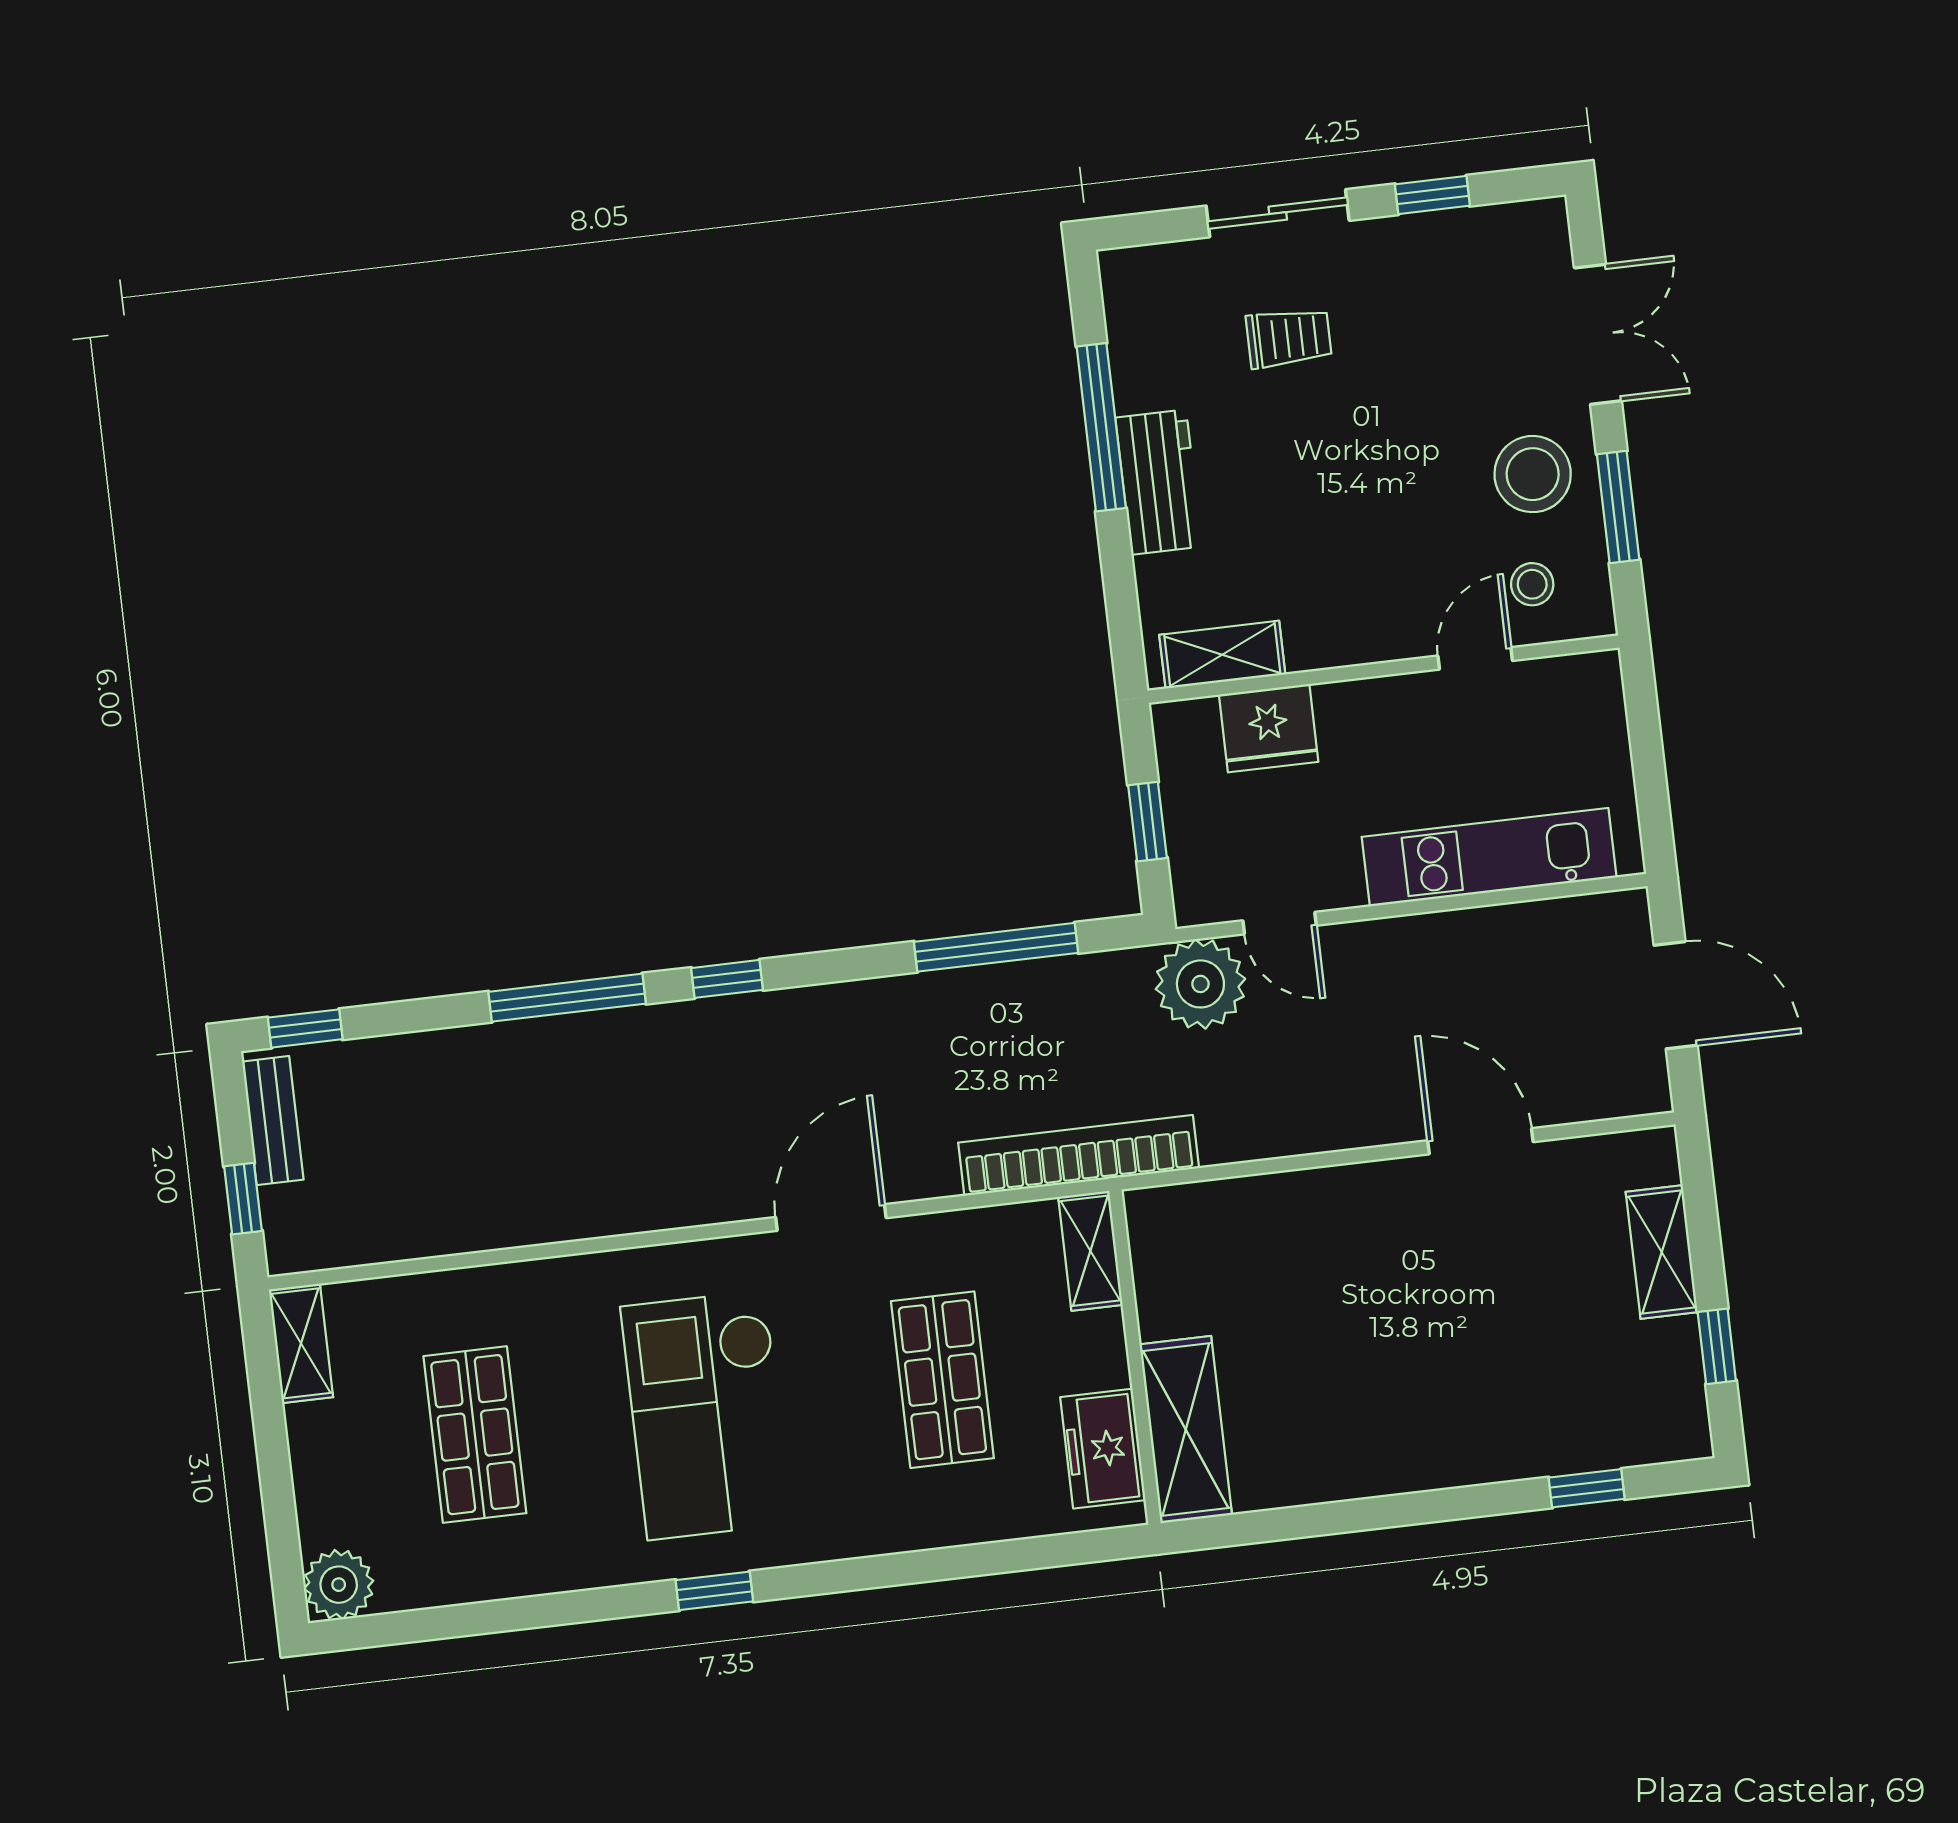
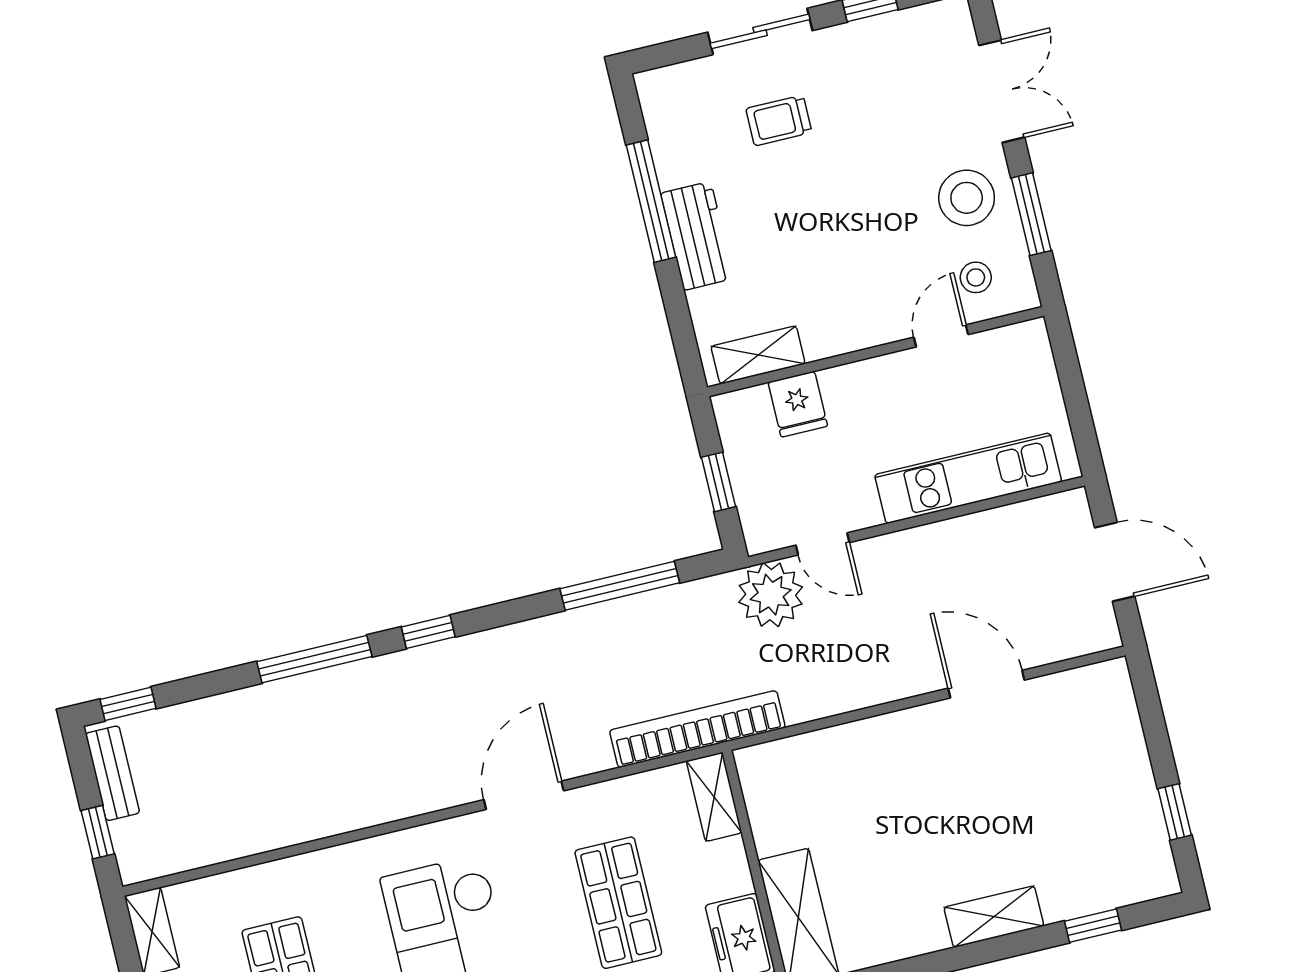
trolley: (1289, 338) -> (779, 121), turned 180
fridge: (1269, 728) -> (798, 404), width x0.72
shelving: (1662, 1252) -> (994, 917), moved, turned 90

